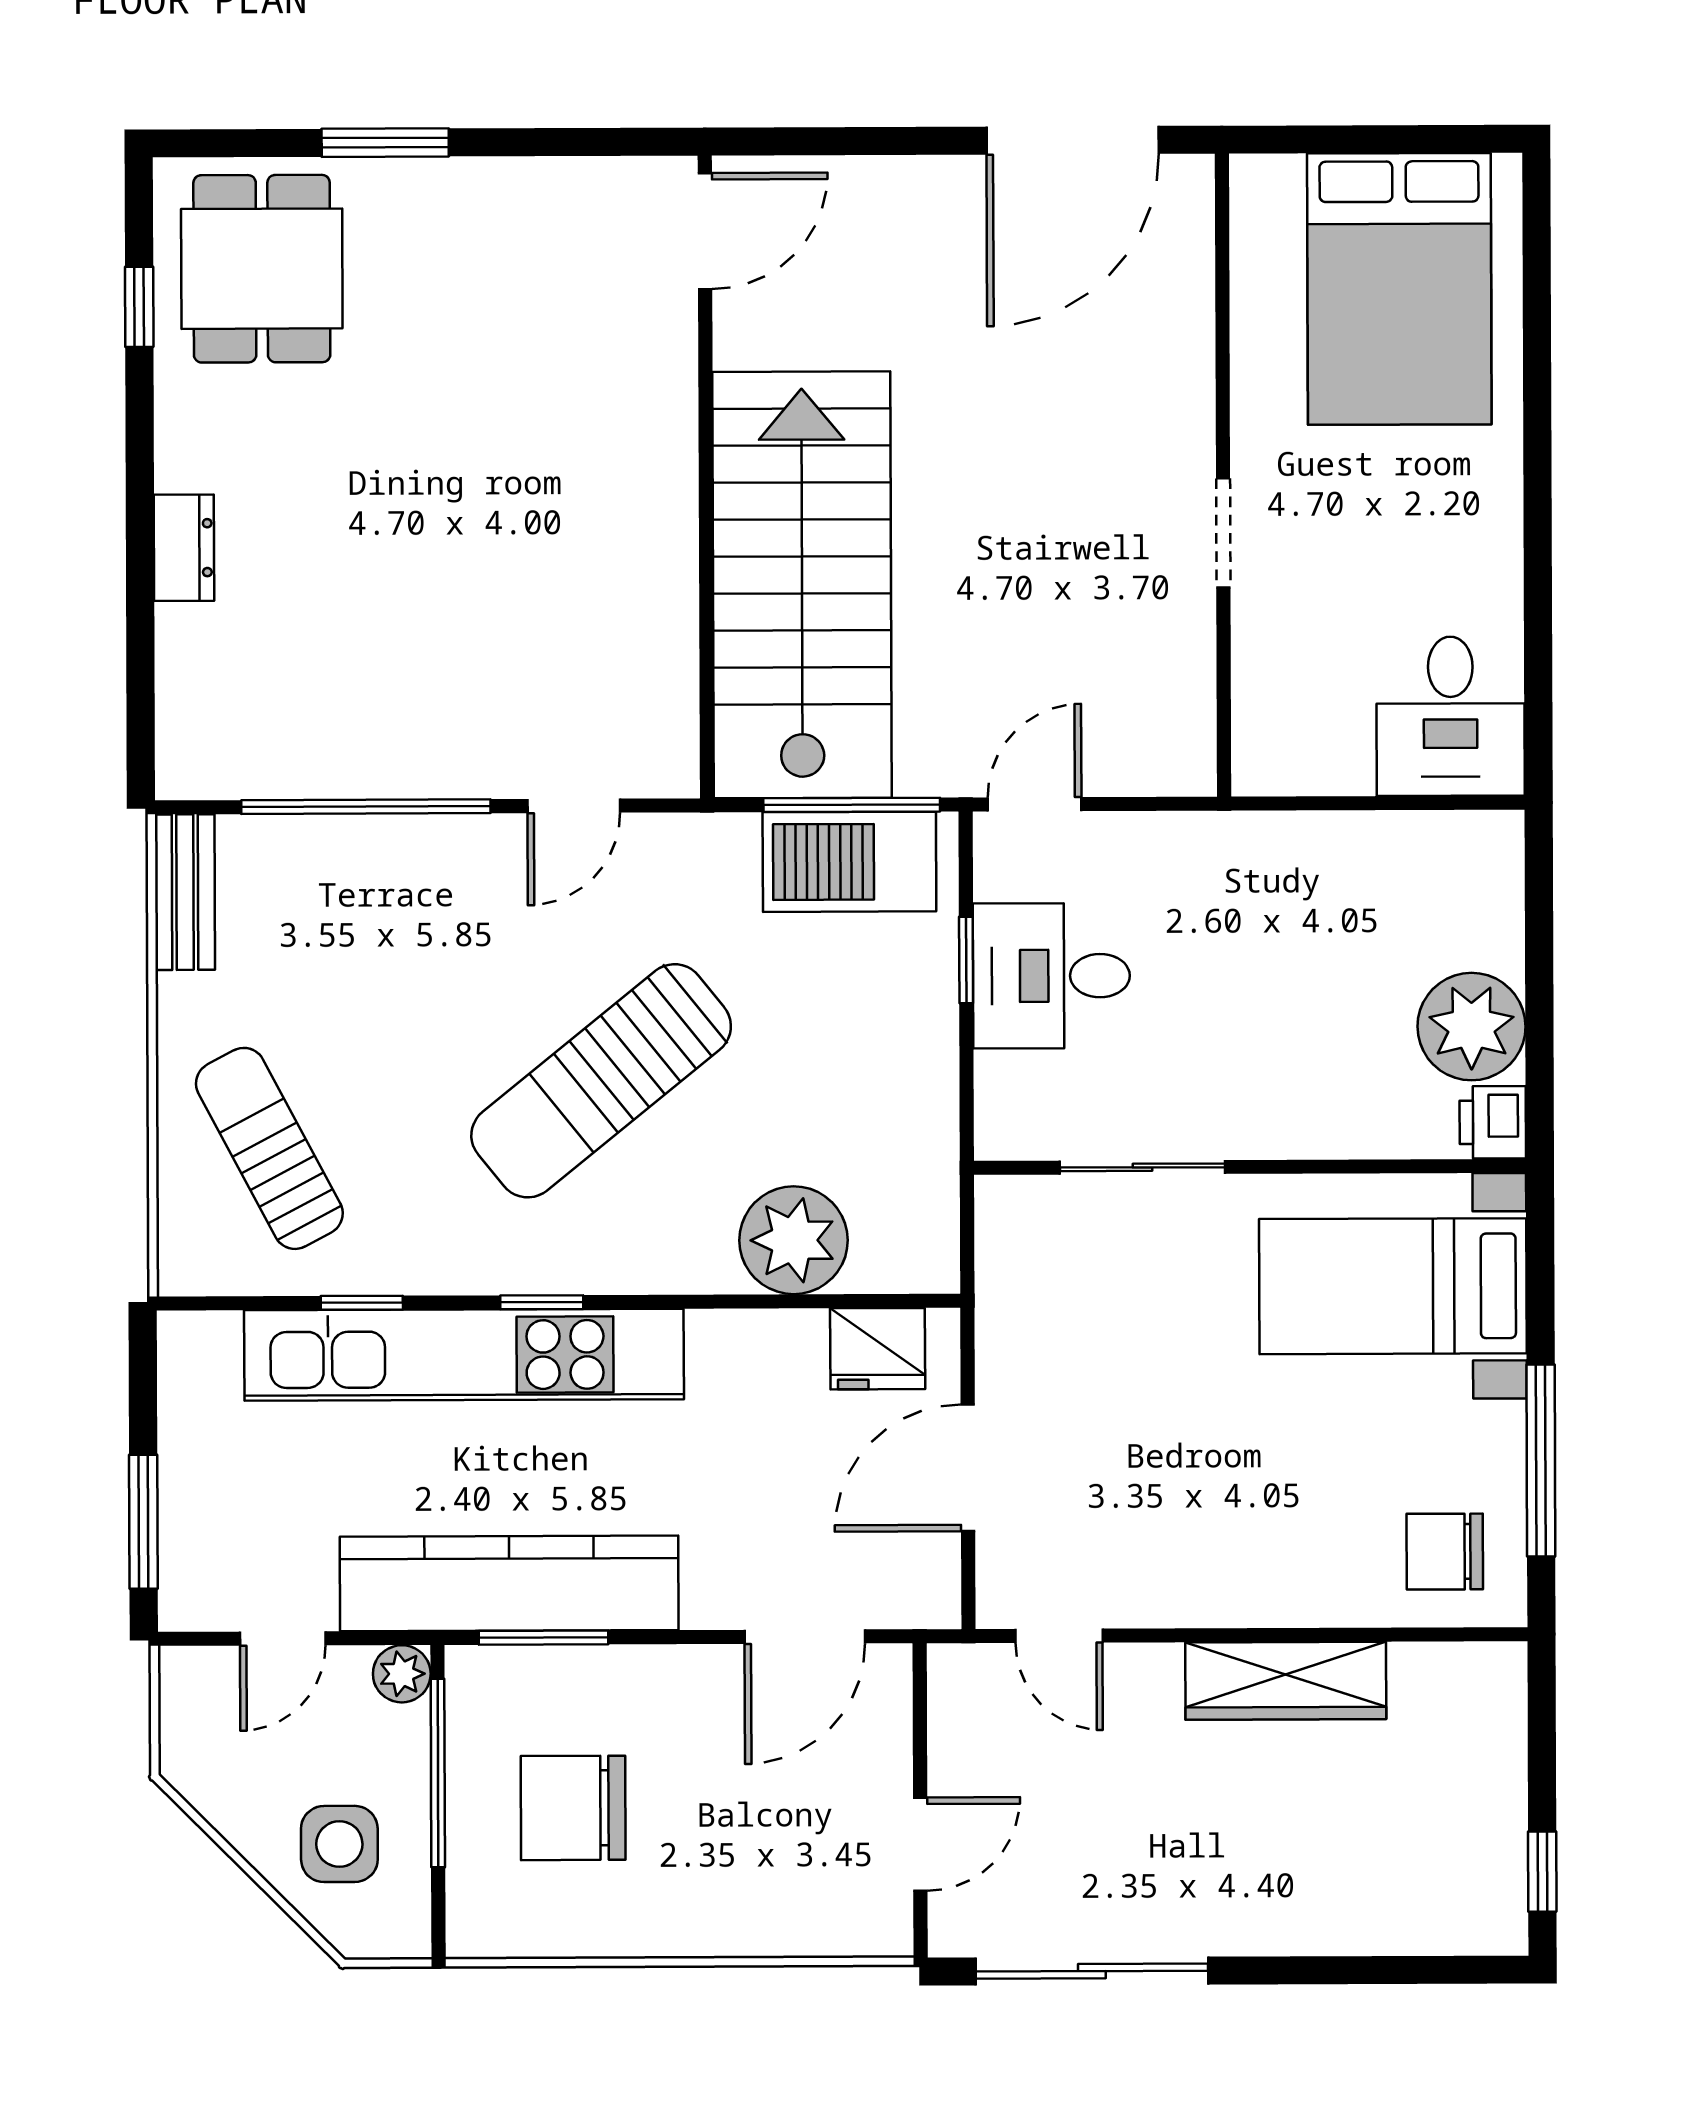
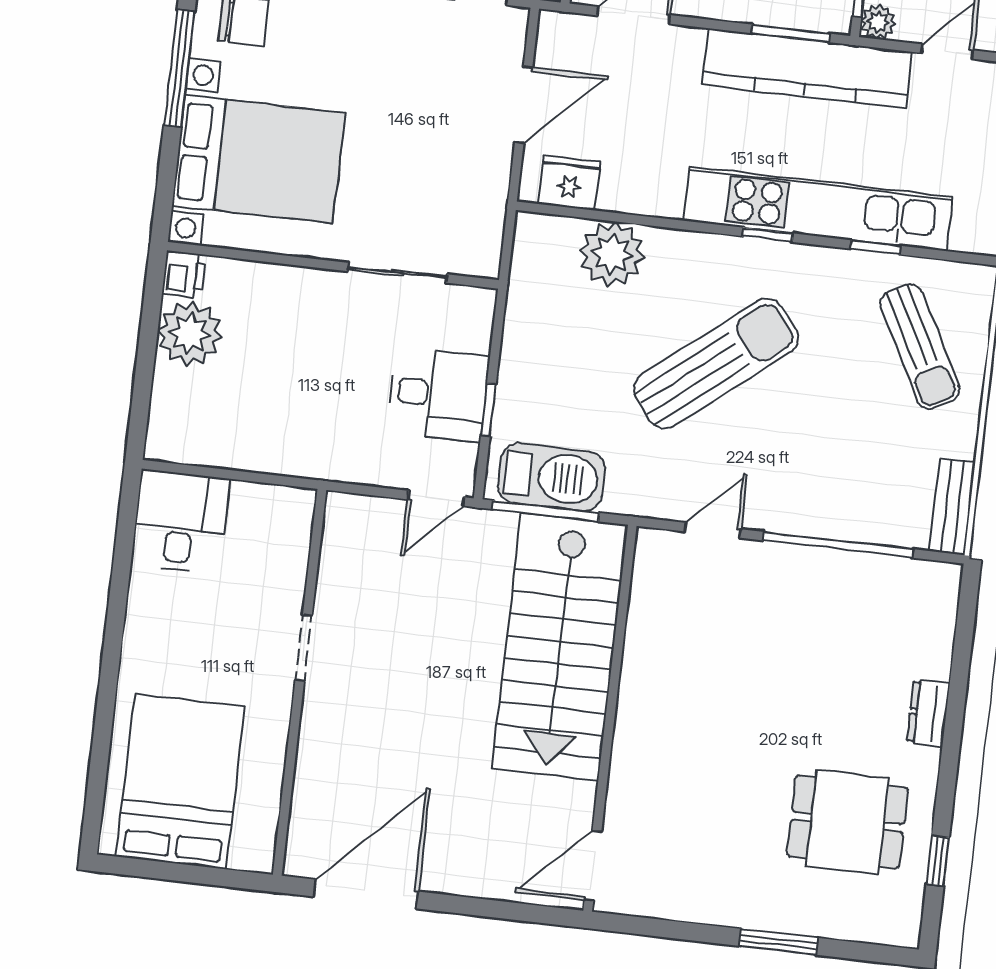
dining table: (262, 269) -> (848, 822), moved, turned 90
bed with nightstands: (1393, 1286) -> (258, 159), width x1.36

